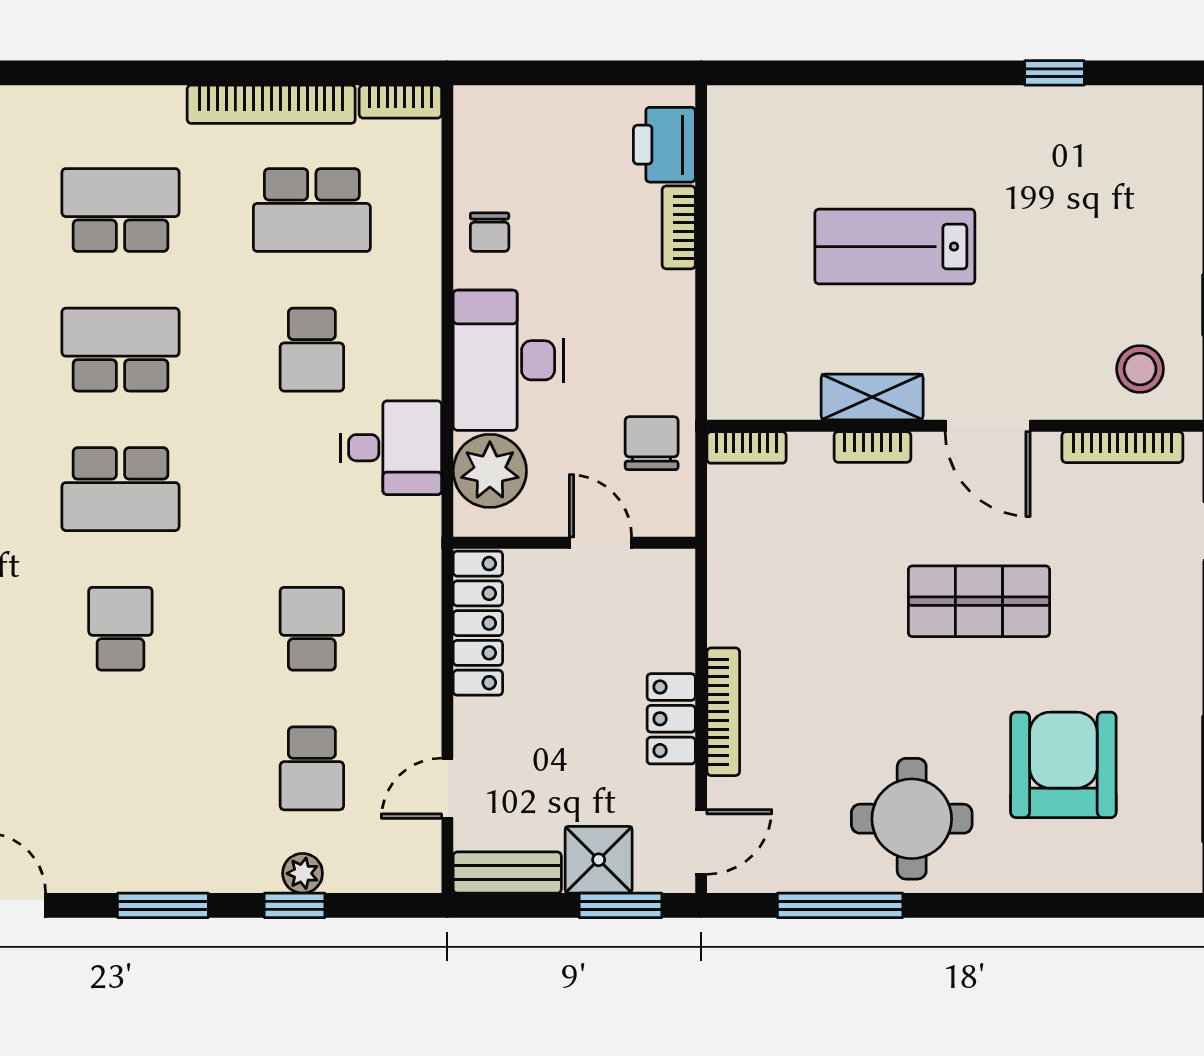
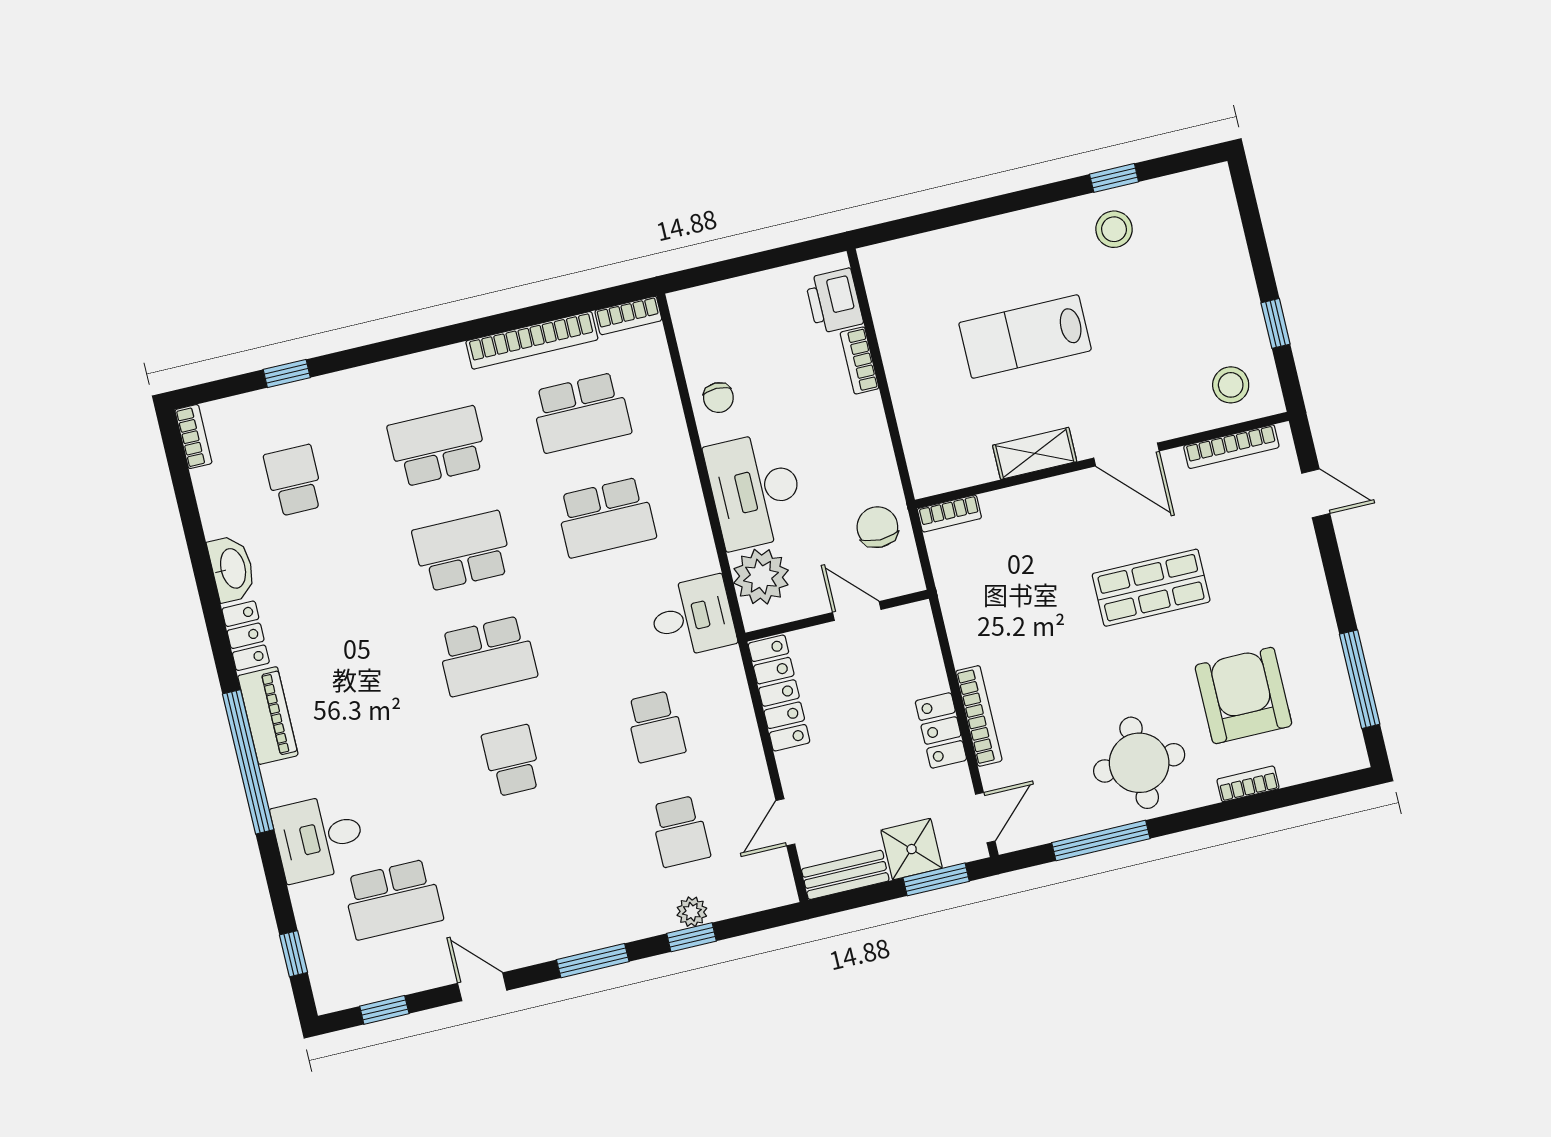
stool: (1039, 138) -> (1114, 229), added
school desk: (312, 350) -> (606, 517), width x1.85
bookcase: (872, 447) -> (1248, 784), moved, turned 180
desk: (391, 448) -> (692, 617), moved
school desk: (312, 629) -> (655, 727), turned 180

